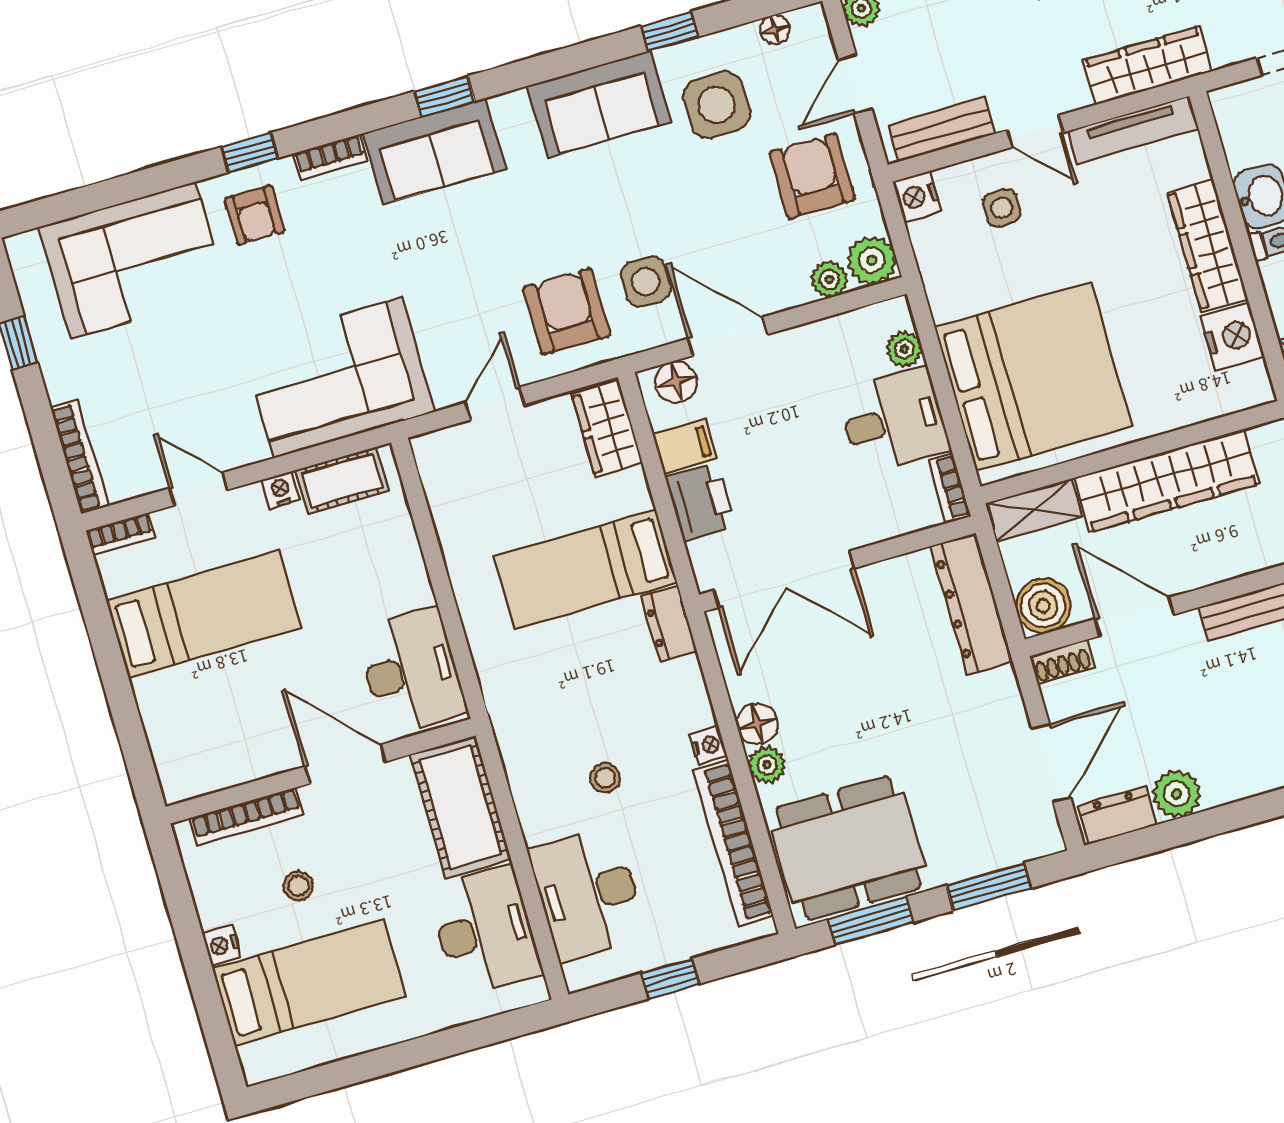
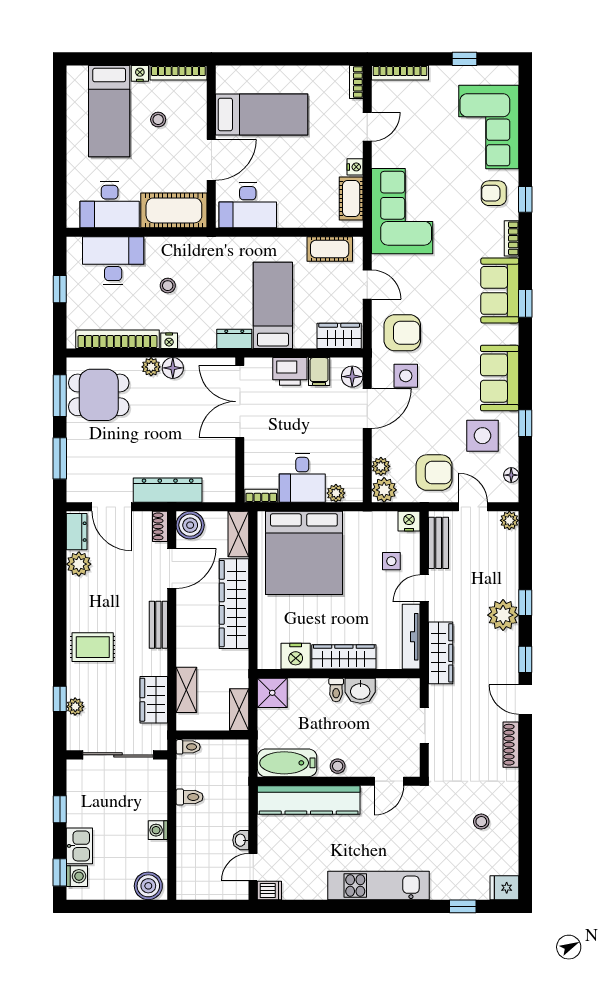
cot: (449, 493) -> (330, 249), added
dresser: (972, 604) -> (168, 490), moved
bed: (204, 614) -> (262, 114), moved, turned -90
bookcase: (247, 816) -> (178, 73), moved, turned -90
dining table: (848, 848) -> (99, 395), width x0.73

